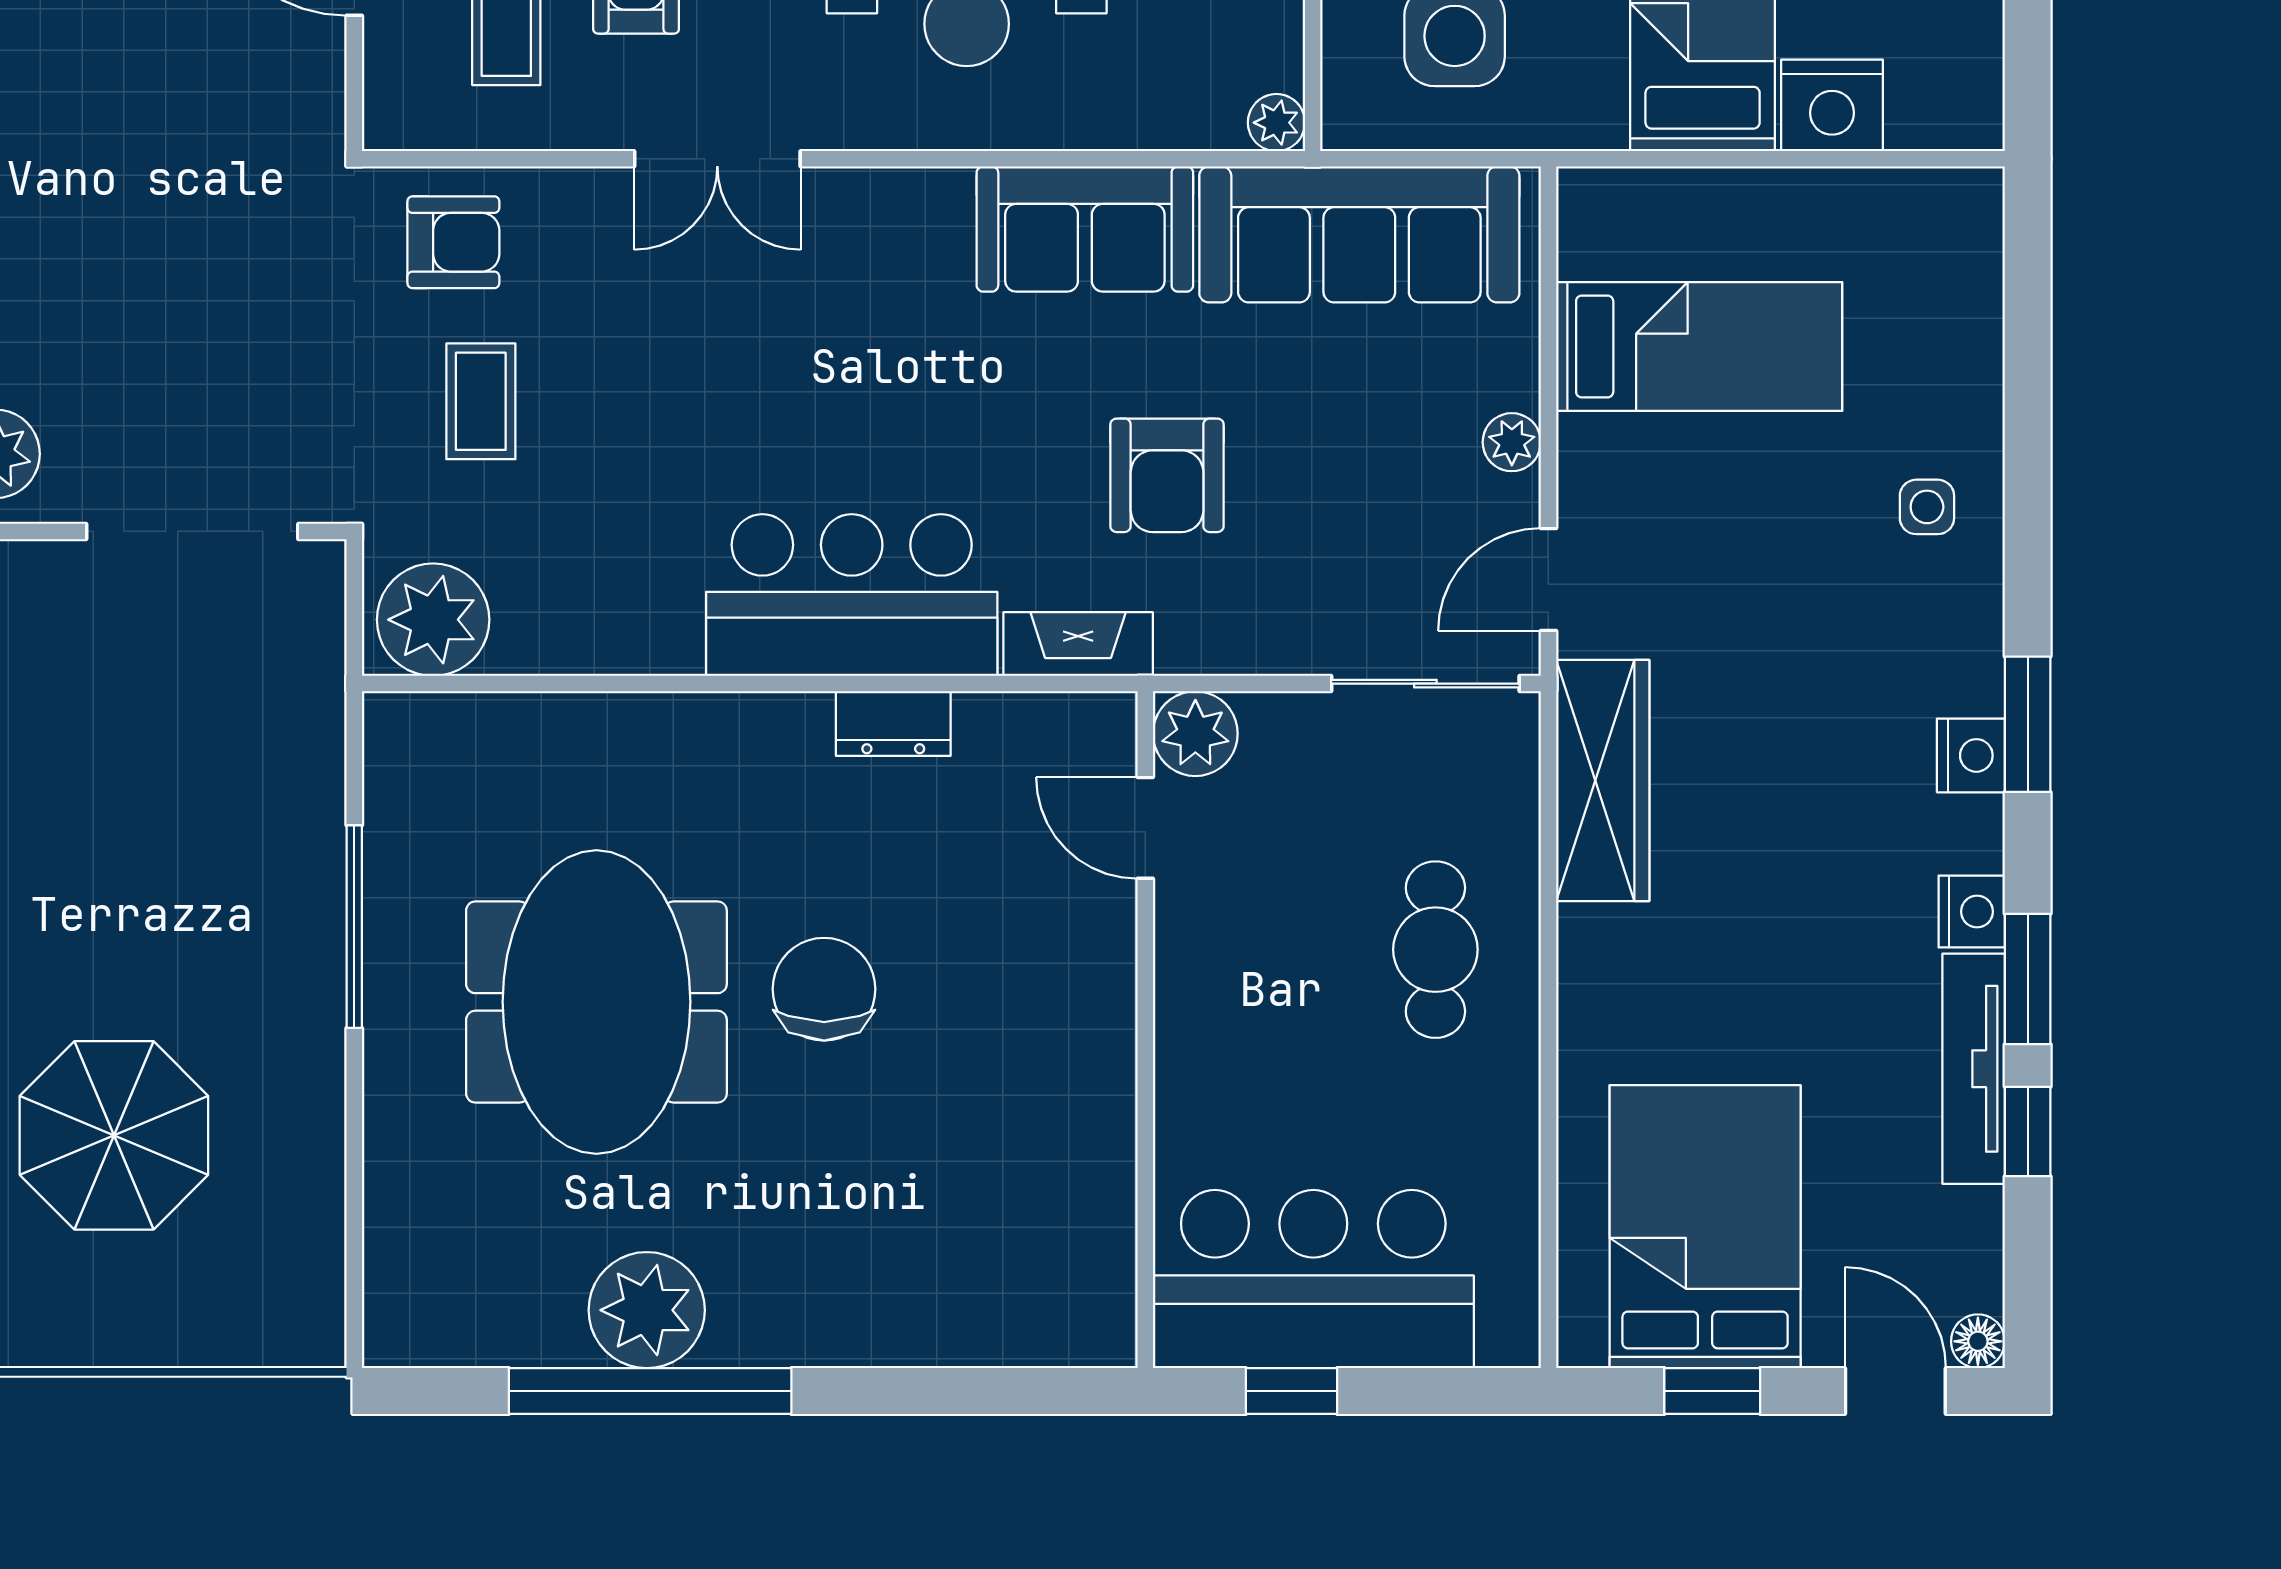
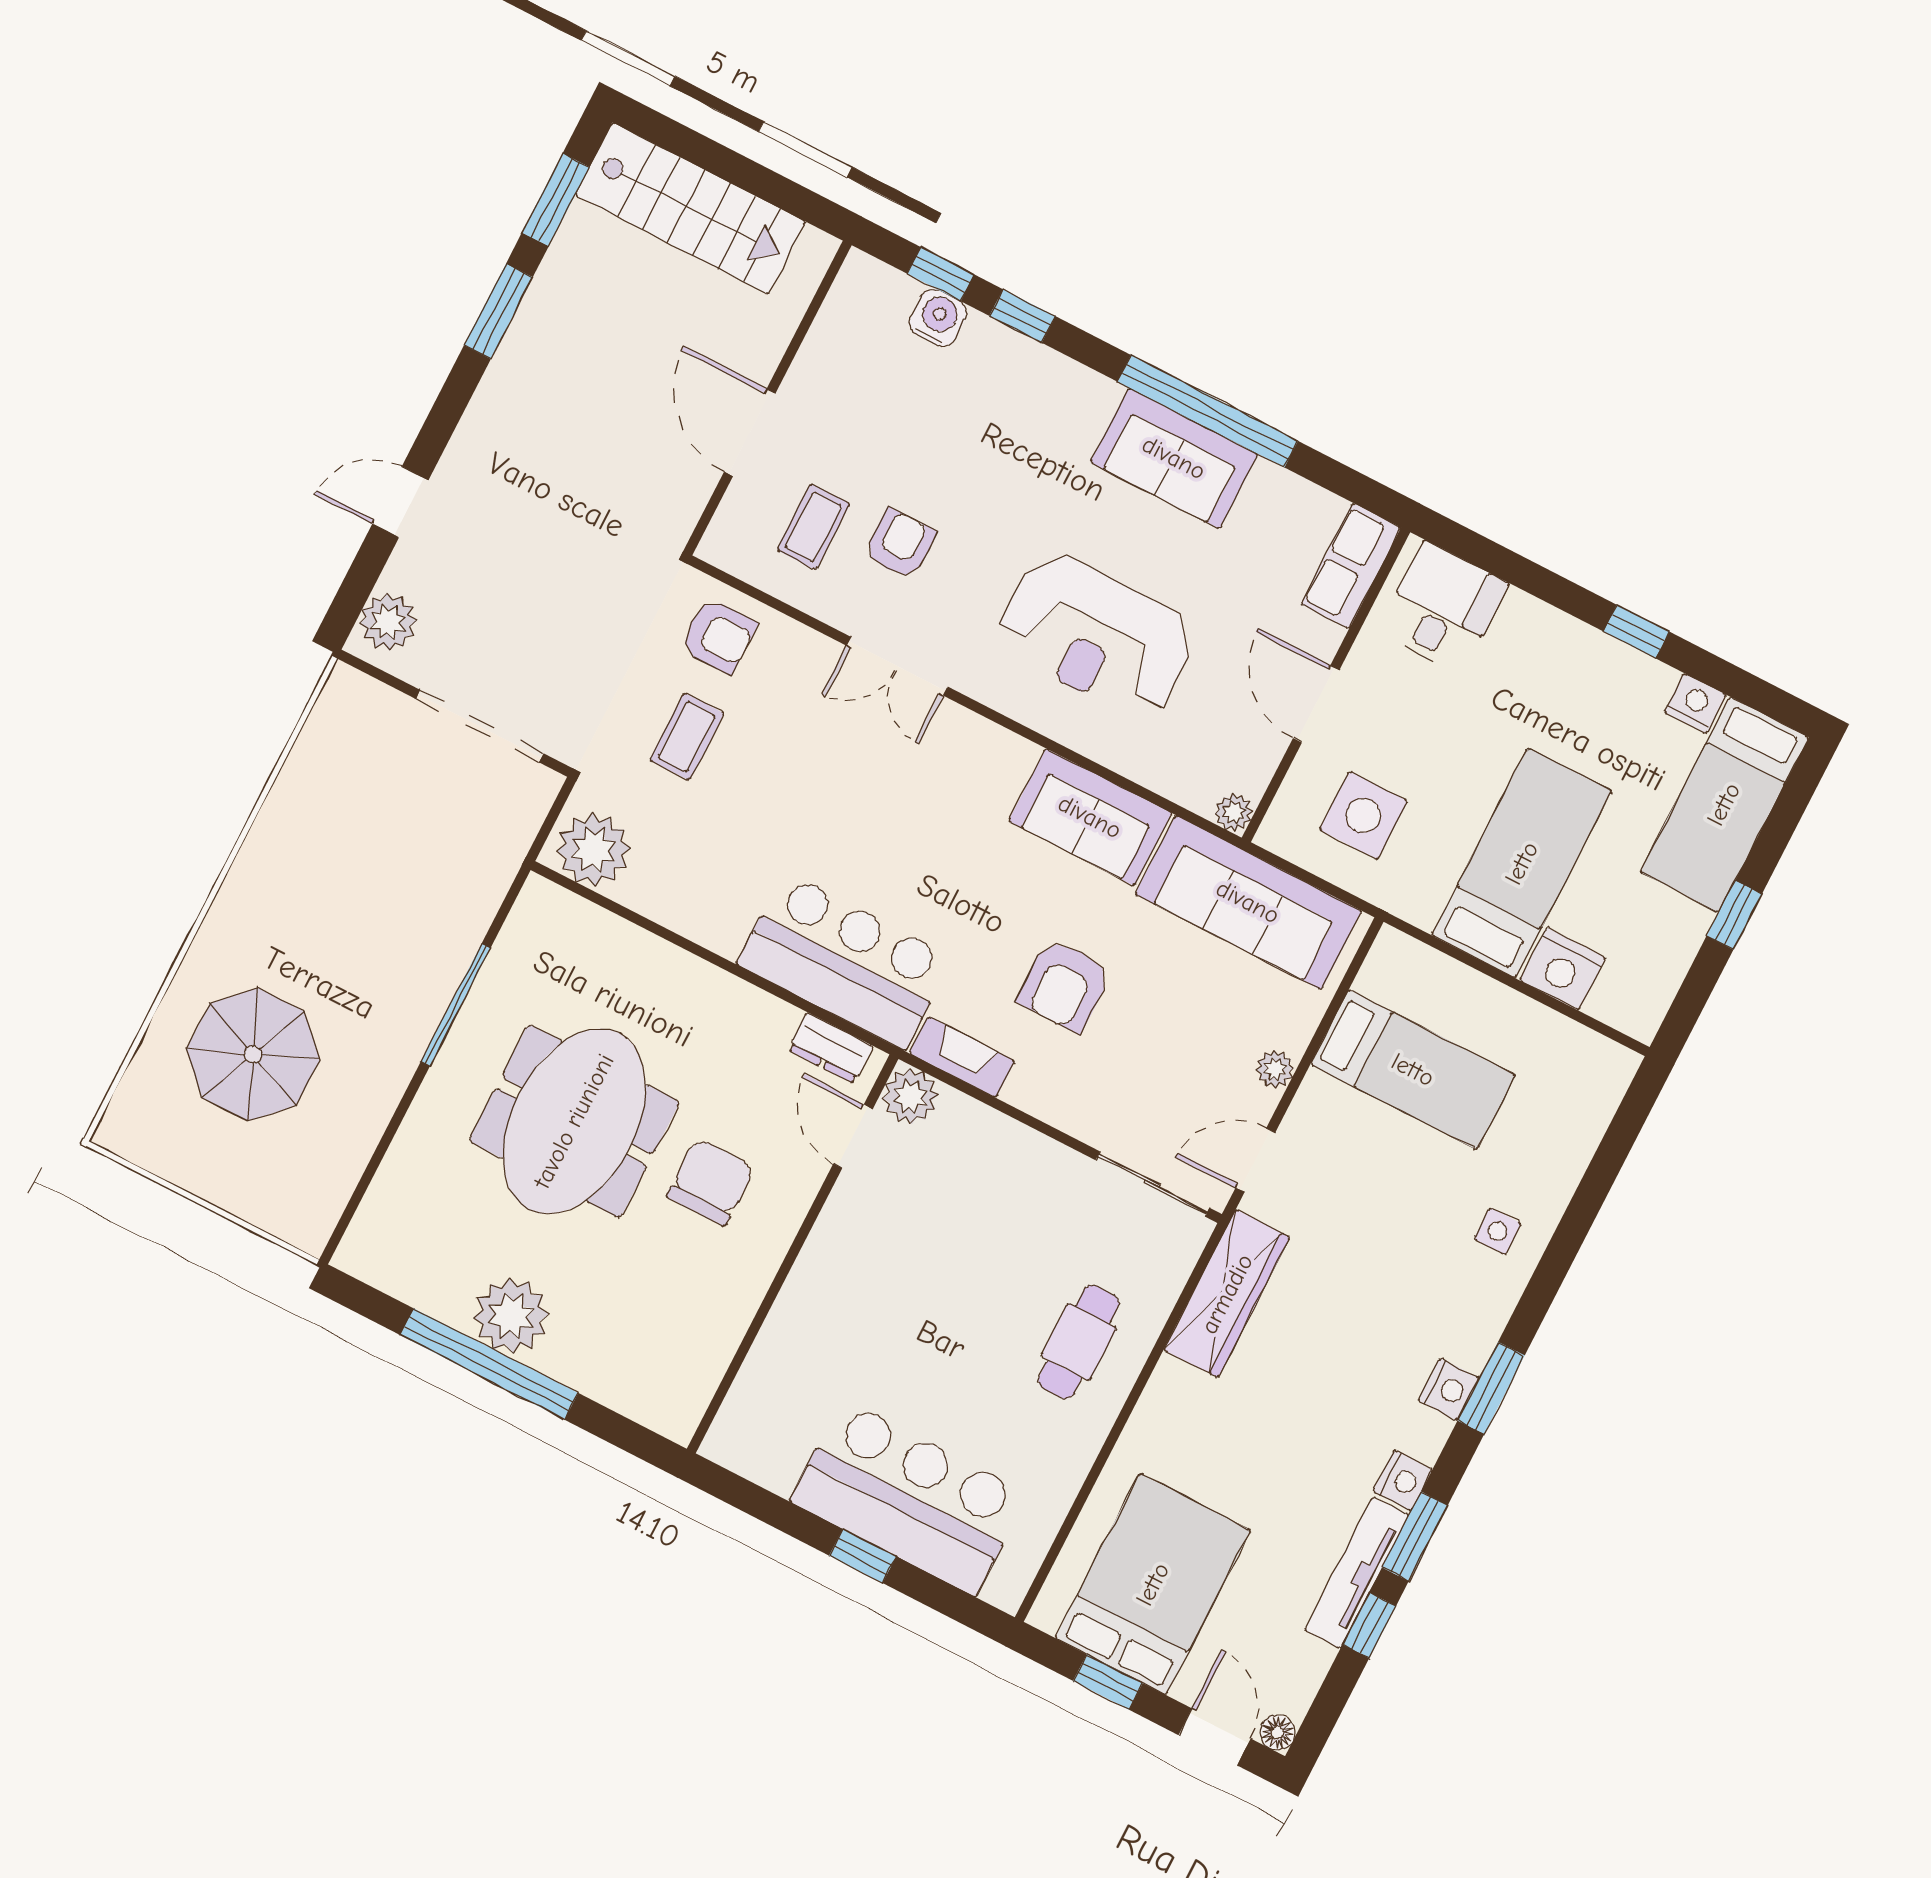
plant: (1195, 734) -> (910, 1096), moved
door: (1145, 828) -> (853, 1136), moved
wall: (1145, 1030) -> (793, 1254), moved

